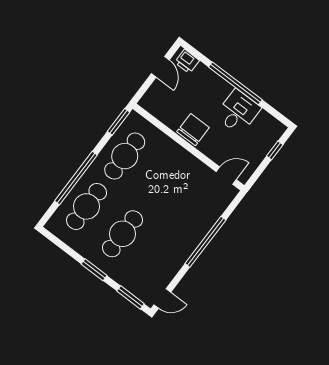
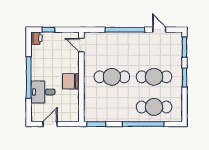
printer: (187, 61) -> (37, 38), moved
desk: (238, 112) -> (43, 92), moved
cafe table: (125, 156) -> (112, 77), moved
door: (162, 298) -> (159, 30), moved

